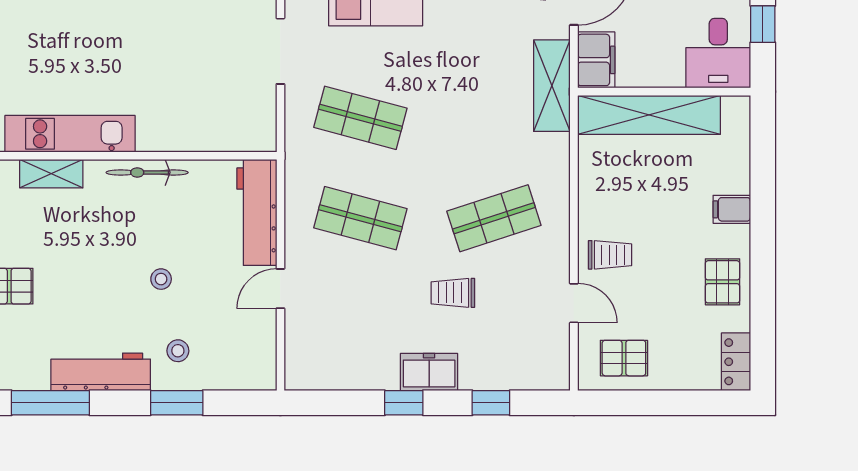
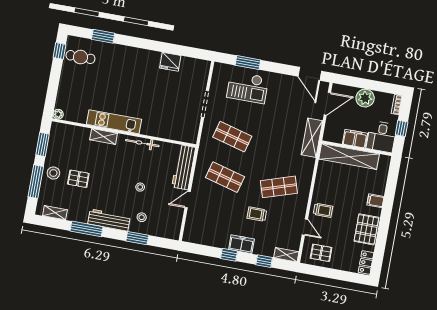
filing cabinet: (596, 60) -> (355, 139), moved, turned -90
pallet: (722, 282) -> (366, 229), width x1.50, depth x1.42
shelving: (541, 377) -> (286, 255), added

